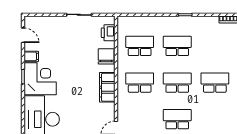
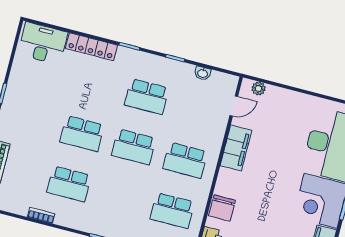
school desk: (177, 46) -> (69, 184), moved
filing cabinet: (107, 87) -> (236, 148), moved

